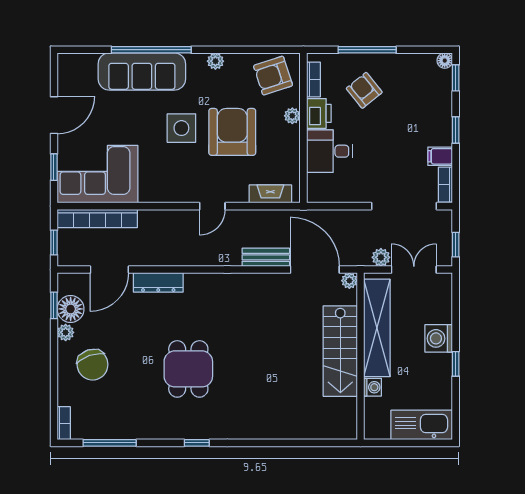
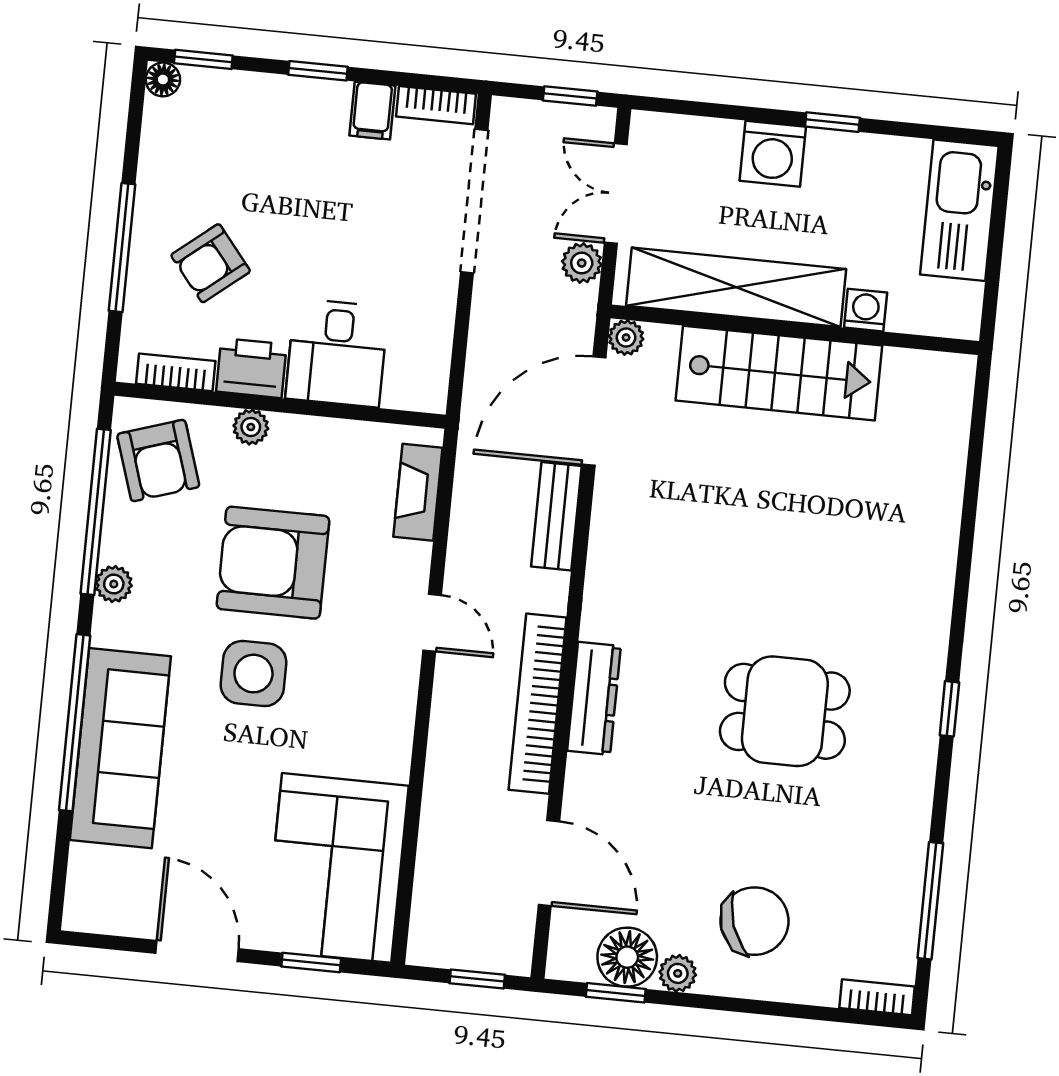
window: (247, 50) -> (96, 512), added
bookcase: (97, 218) -> (538, 704), moved, turned 180
dresser: (158, 282) -> (594, 698), moved

